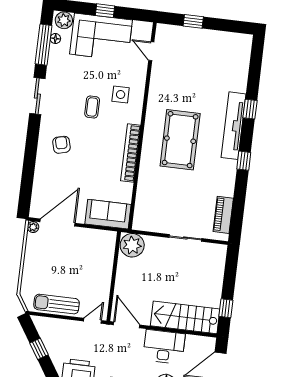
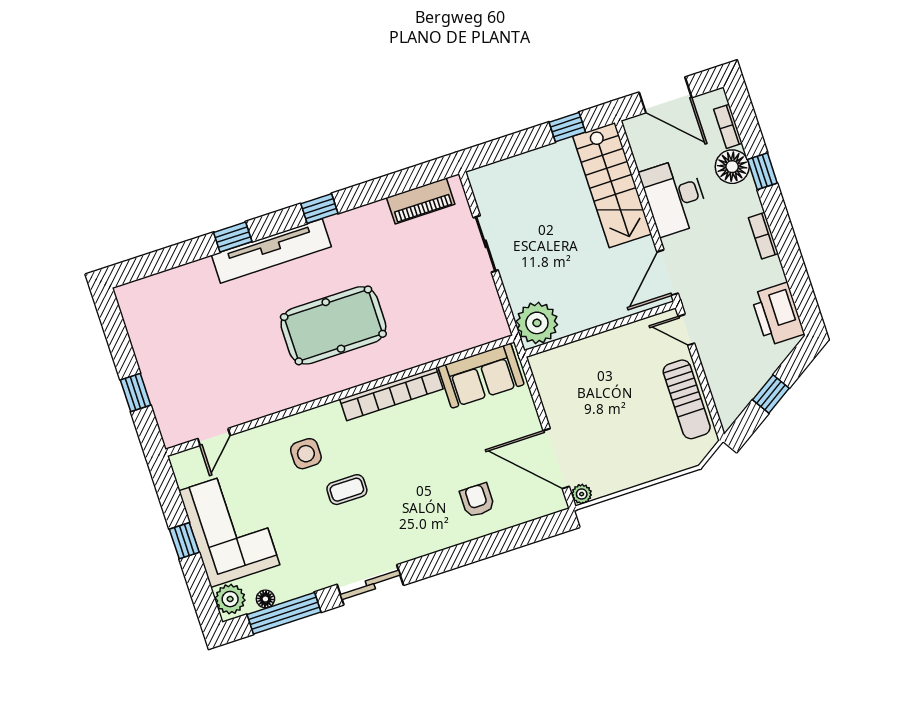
armchair: (61, 145) -> (477, 500), moved, turned 104
sofa: (108, 214) -> (481, 376), moved, turned -90

